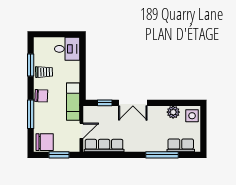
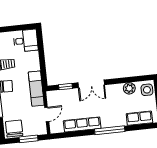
chair: (45, 142) -> (14, 129), turned -90
row of seats: (104, 146) -> (82, 124), moved
window: (162, 155) -> (110, 130), moved

